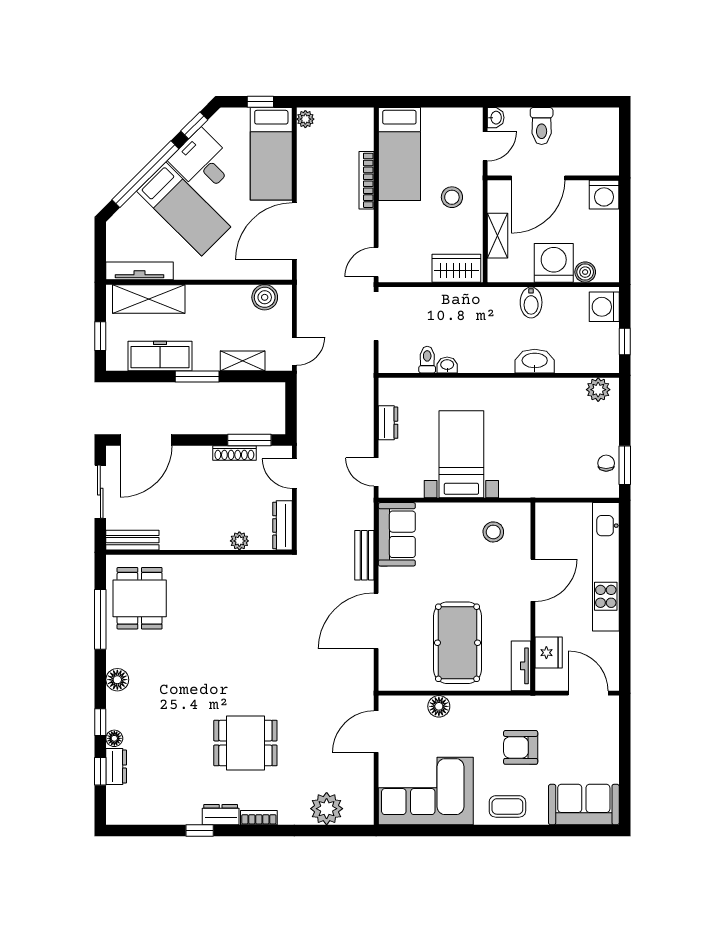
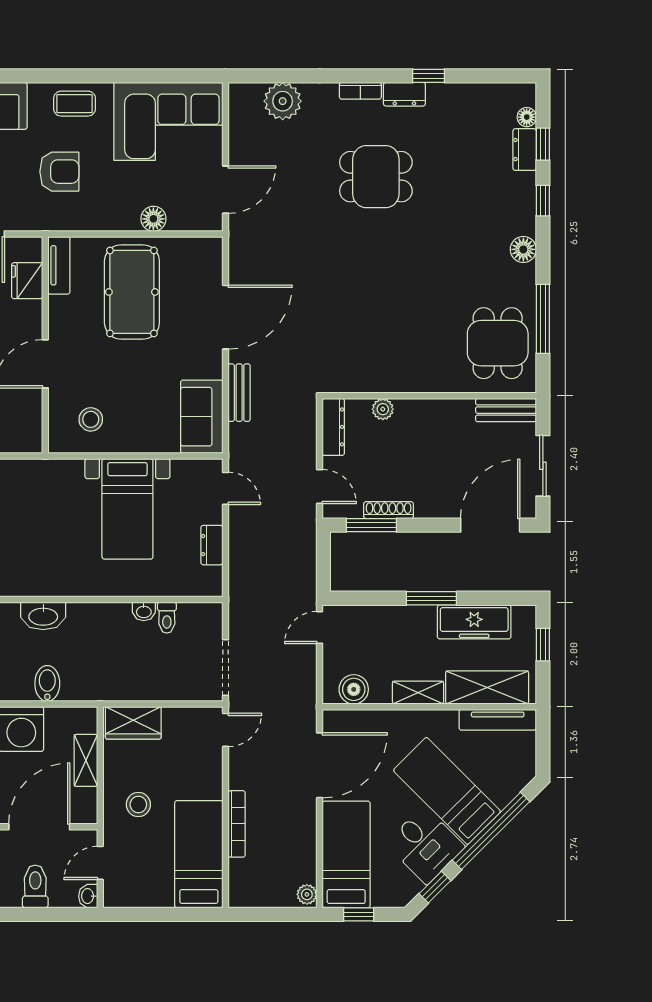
shelving: (243, 361) -> (418, 693), moved
floor lamp: (114, 738) -> (527, 117), moved

